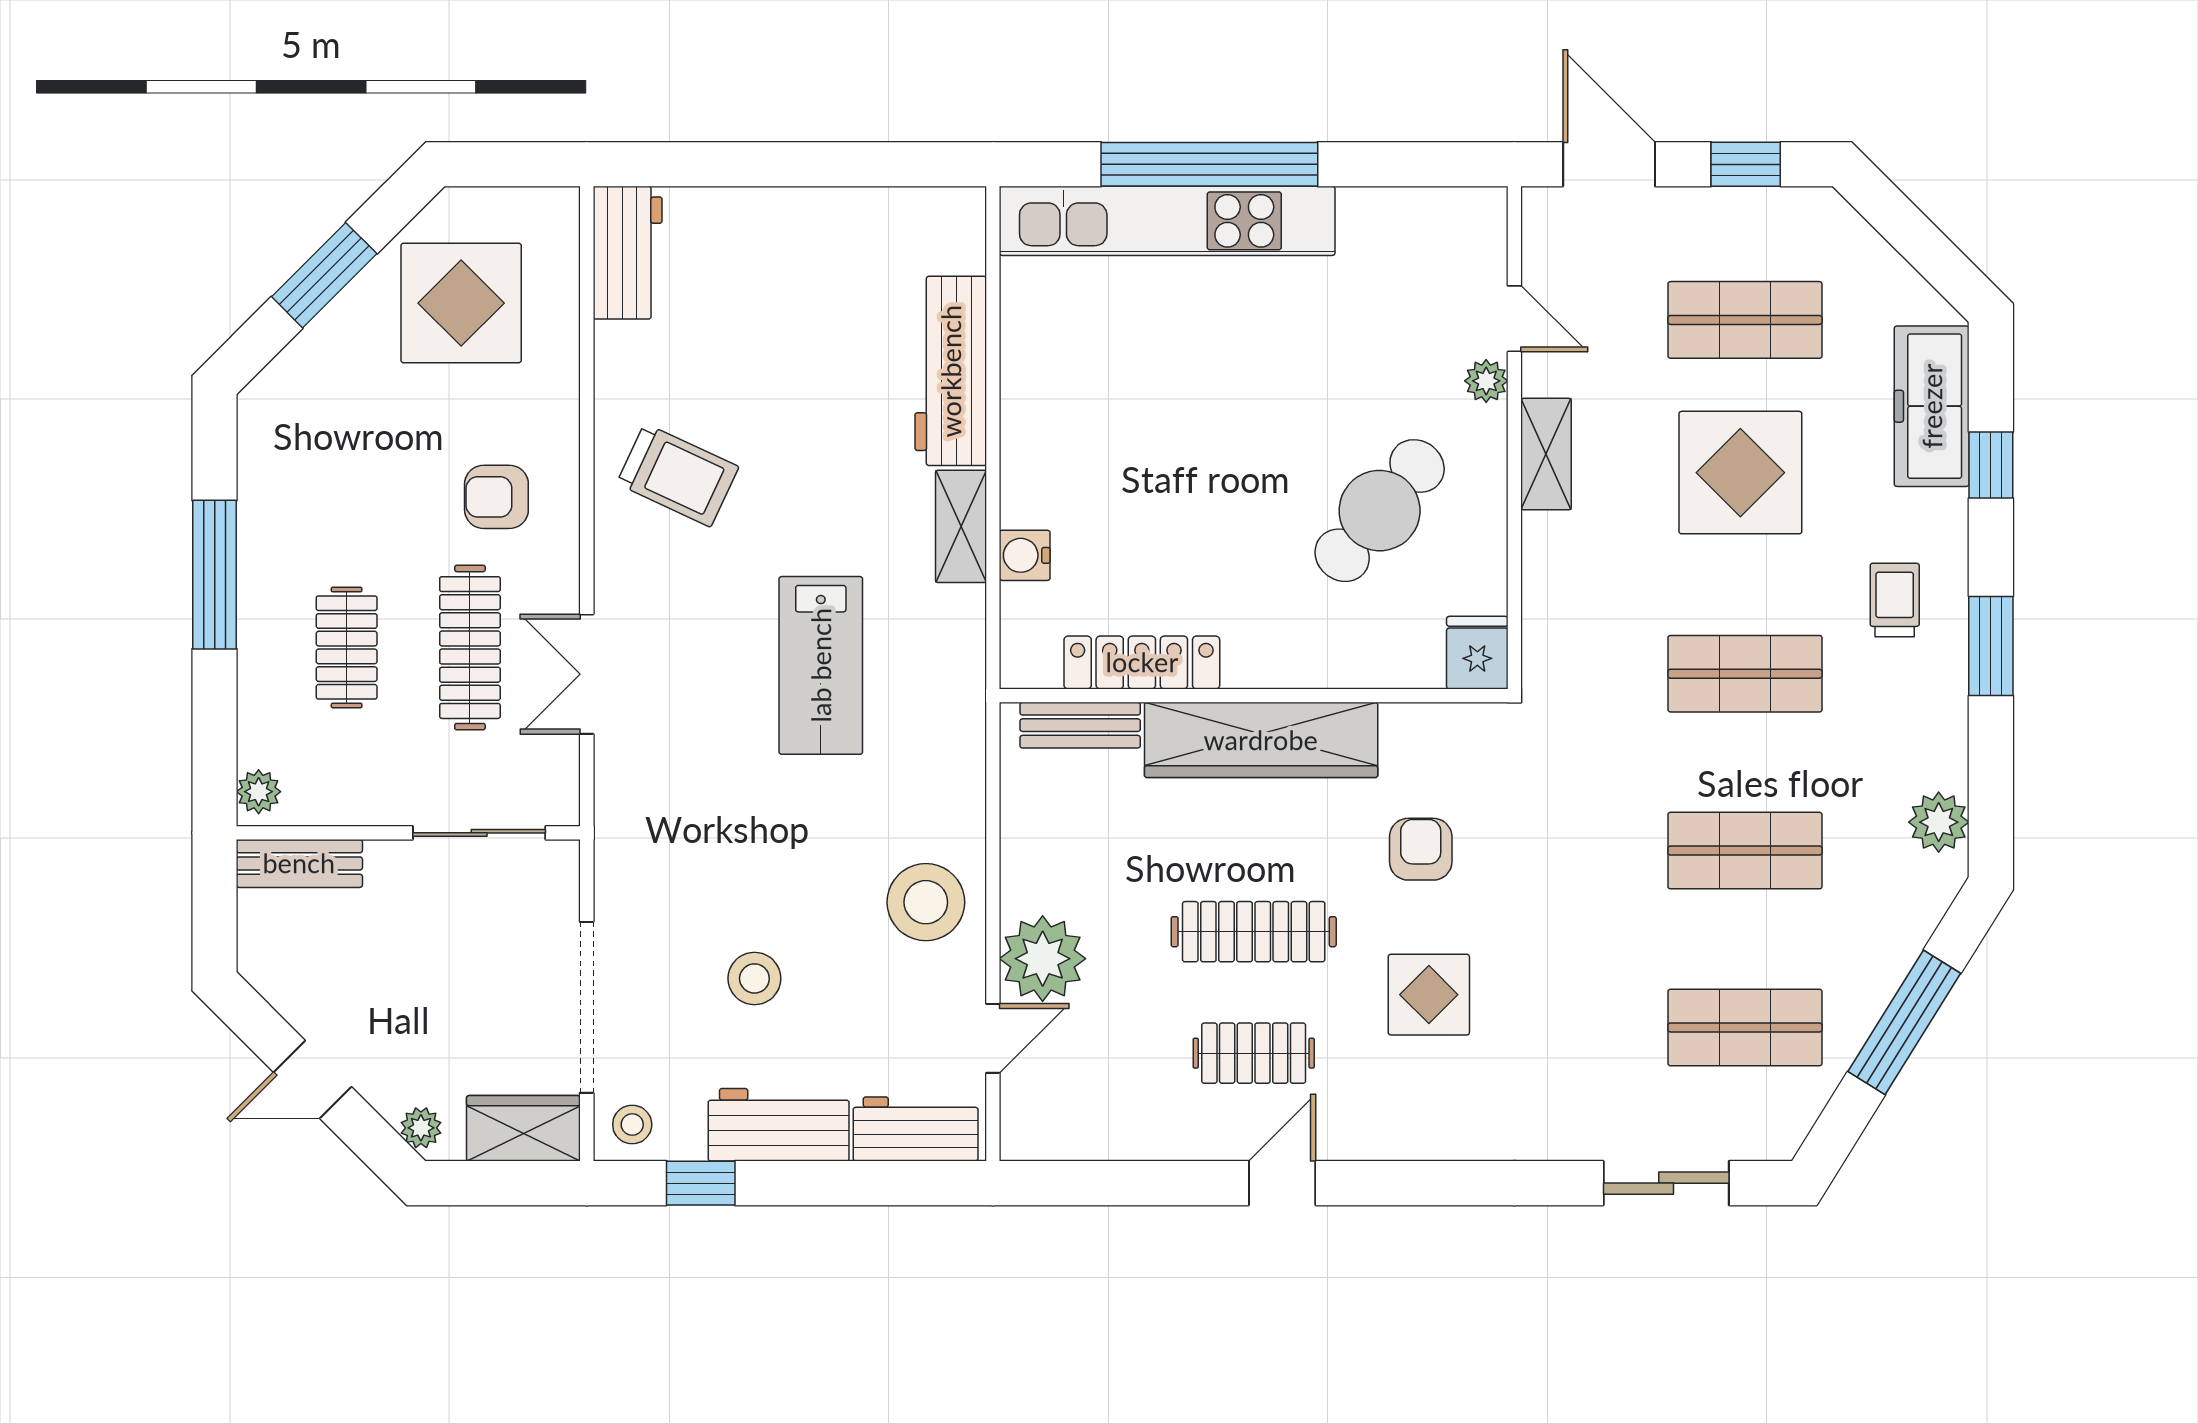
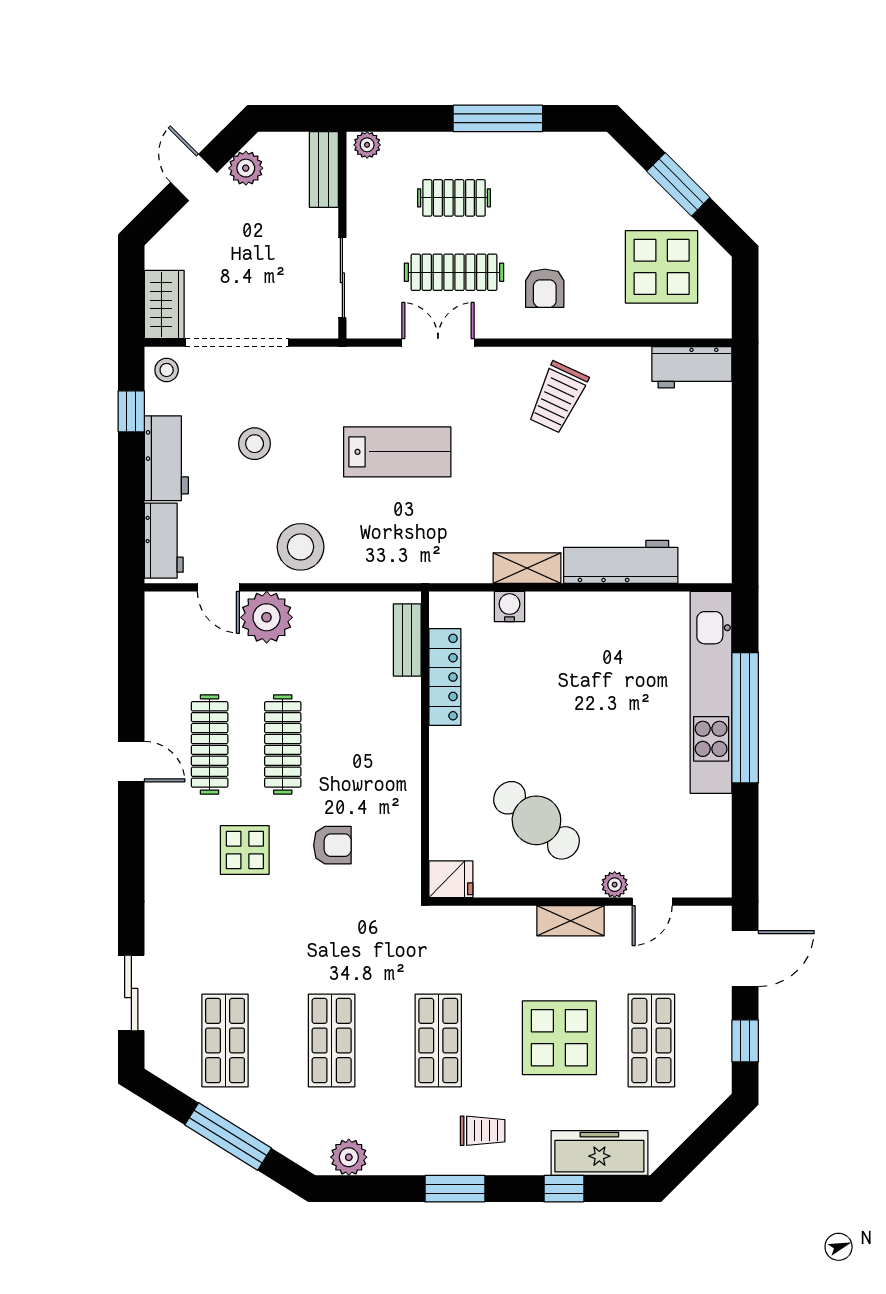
armchair: (496, 497) -> (545, 288), turned 180
lab bench: (821, 665) -> (397, 452), moved, turned 180
wardrobe: (1261, 740) -> (398, 749), removed
clothes rail: (1254, 1053) -> (210, 744), width x1.36
plant: (421, 1128) -> (246, 168), moved, width x1.38, depth x1.38

